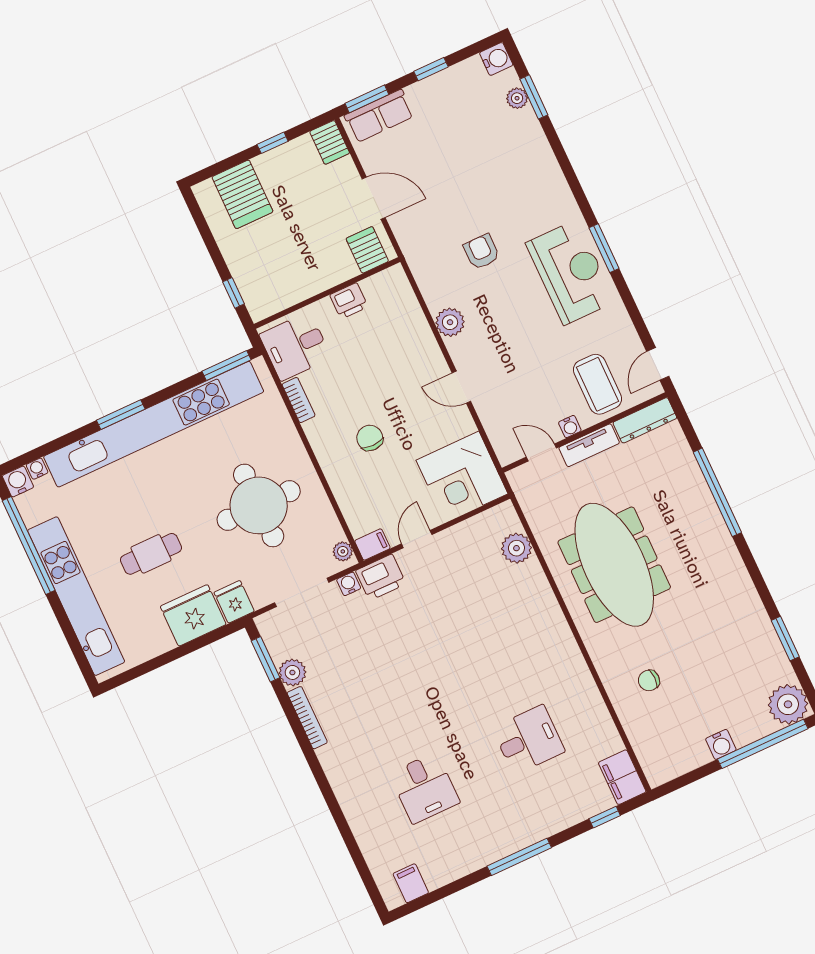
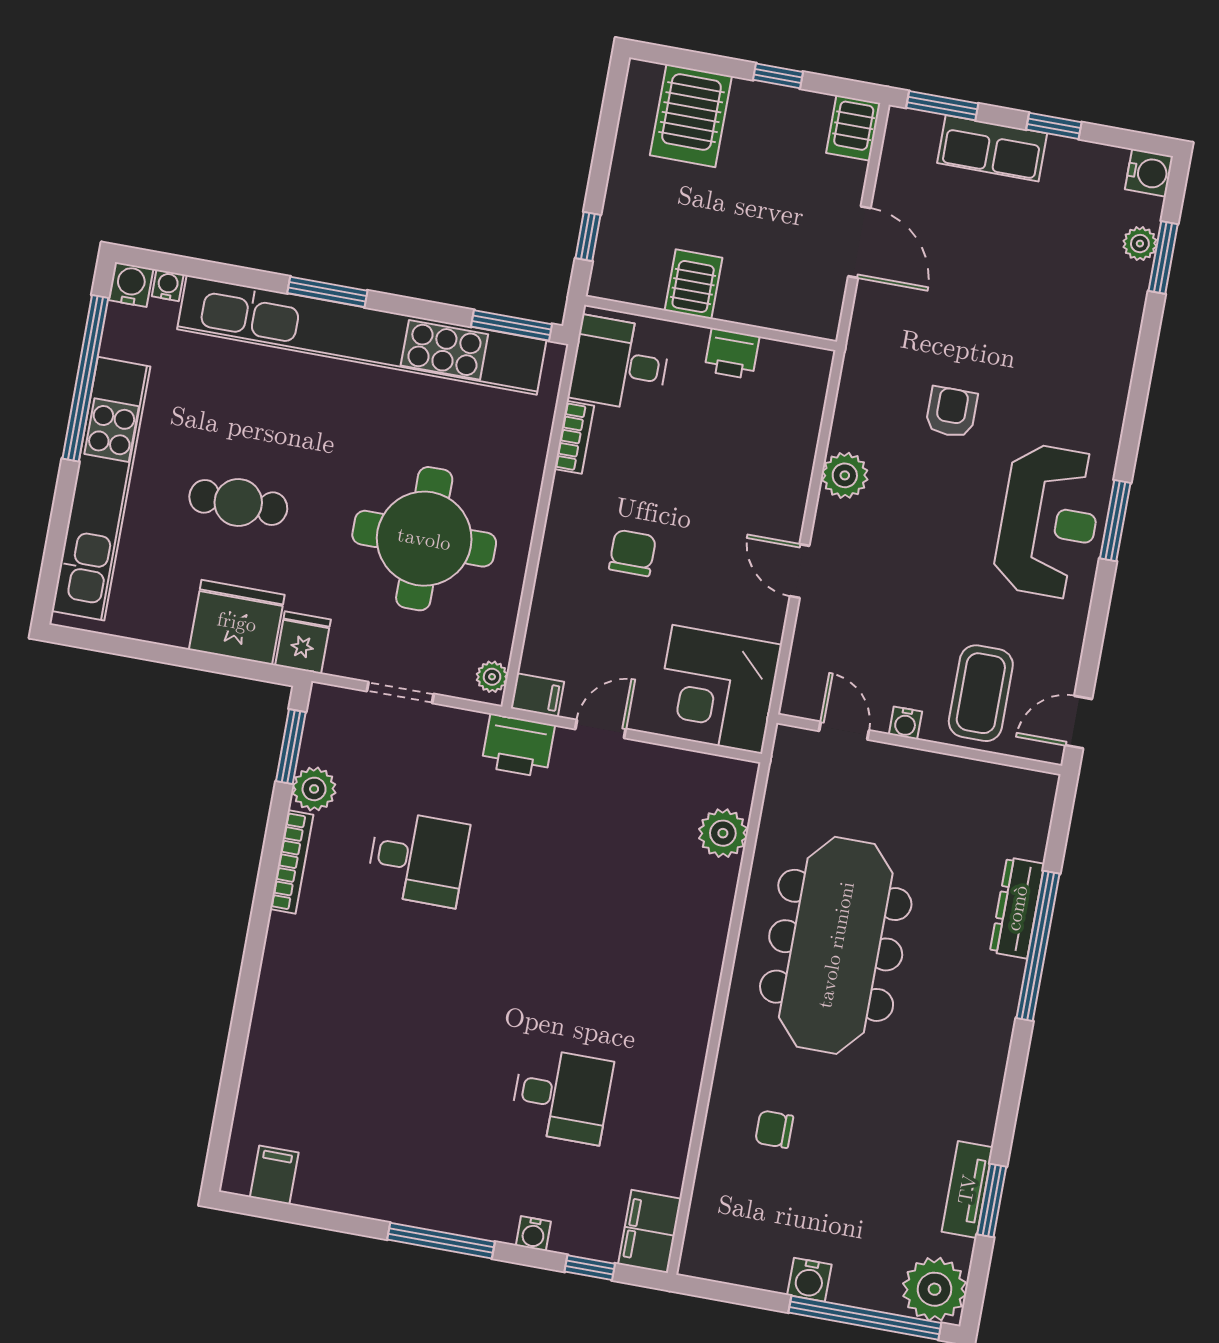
row of seats: (379, 116) -> (992, 148), moved
server rack: (367, 250) -> (693, 284), moved
dresser: (645, 420) -> (1017, 908), moved, turned 90
tv unit: (589, 445) -> (967, 1189), moved, turned 90
water cooler: (349, 584) -> (533, 1234), moved, turned 180
doorway: (302, 592) -> (400, 693), width x0.73
desk: (425, 788) -> (418, 858), moved, turned -90

